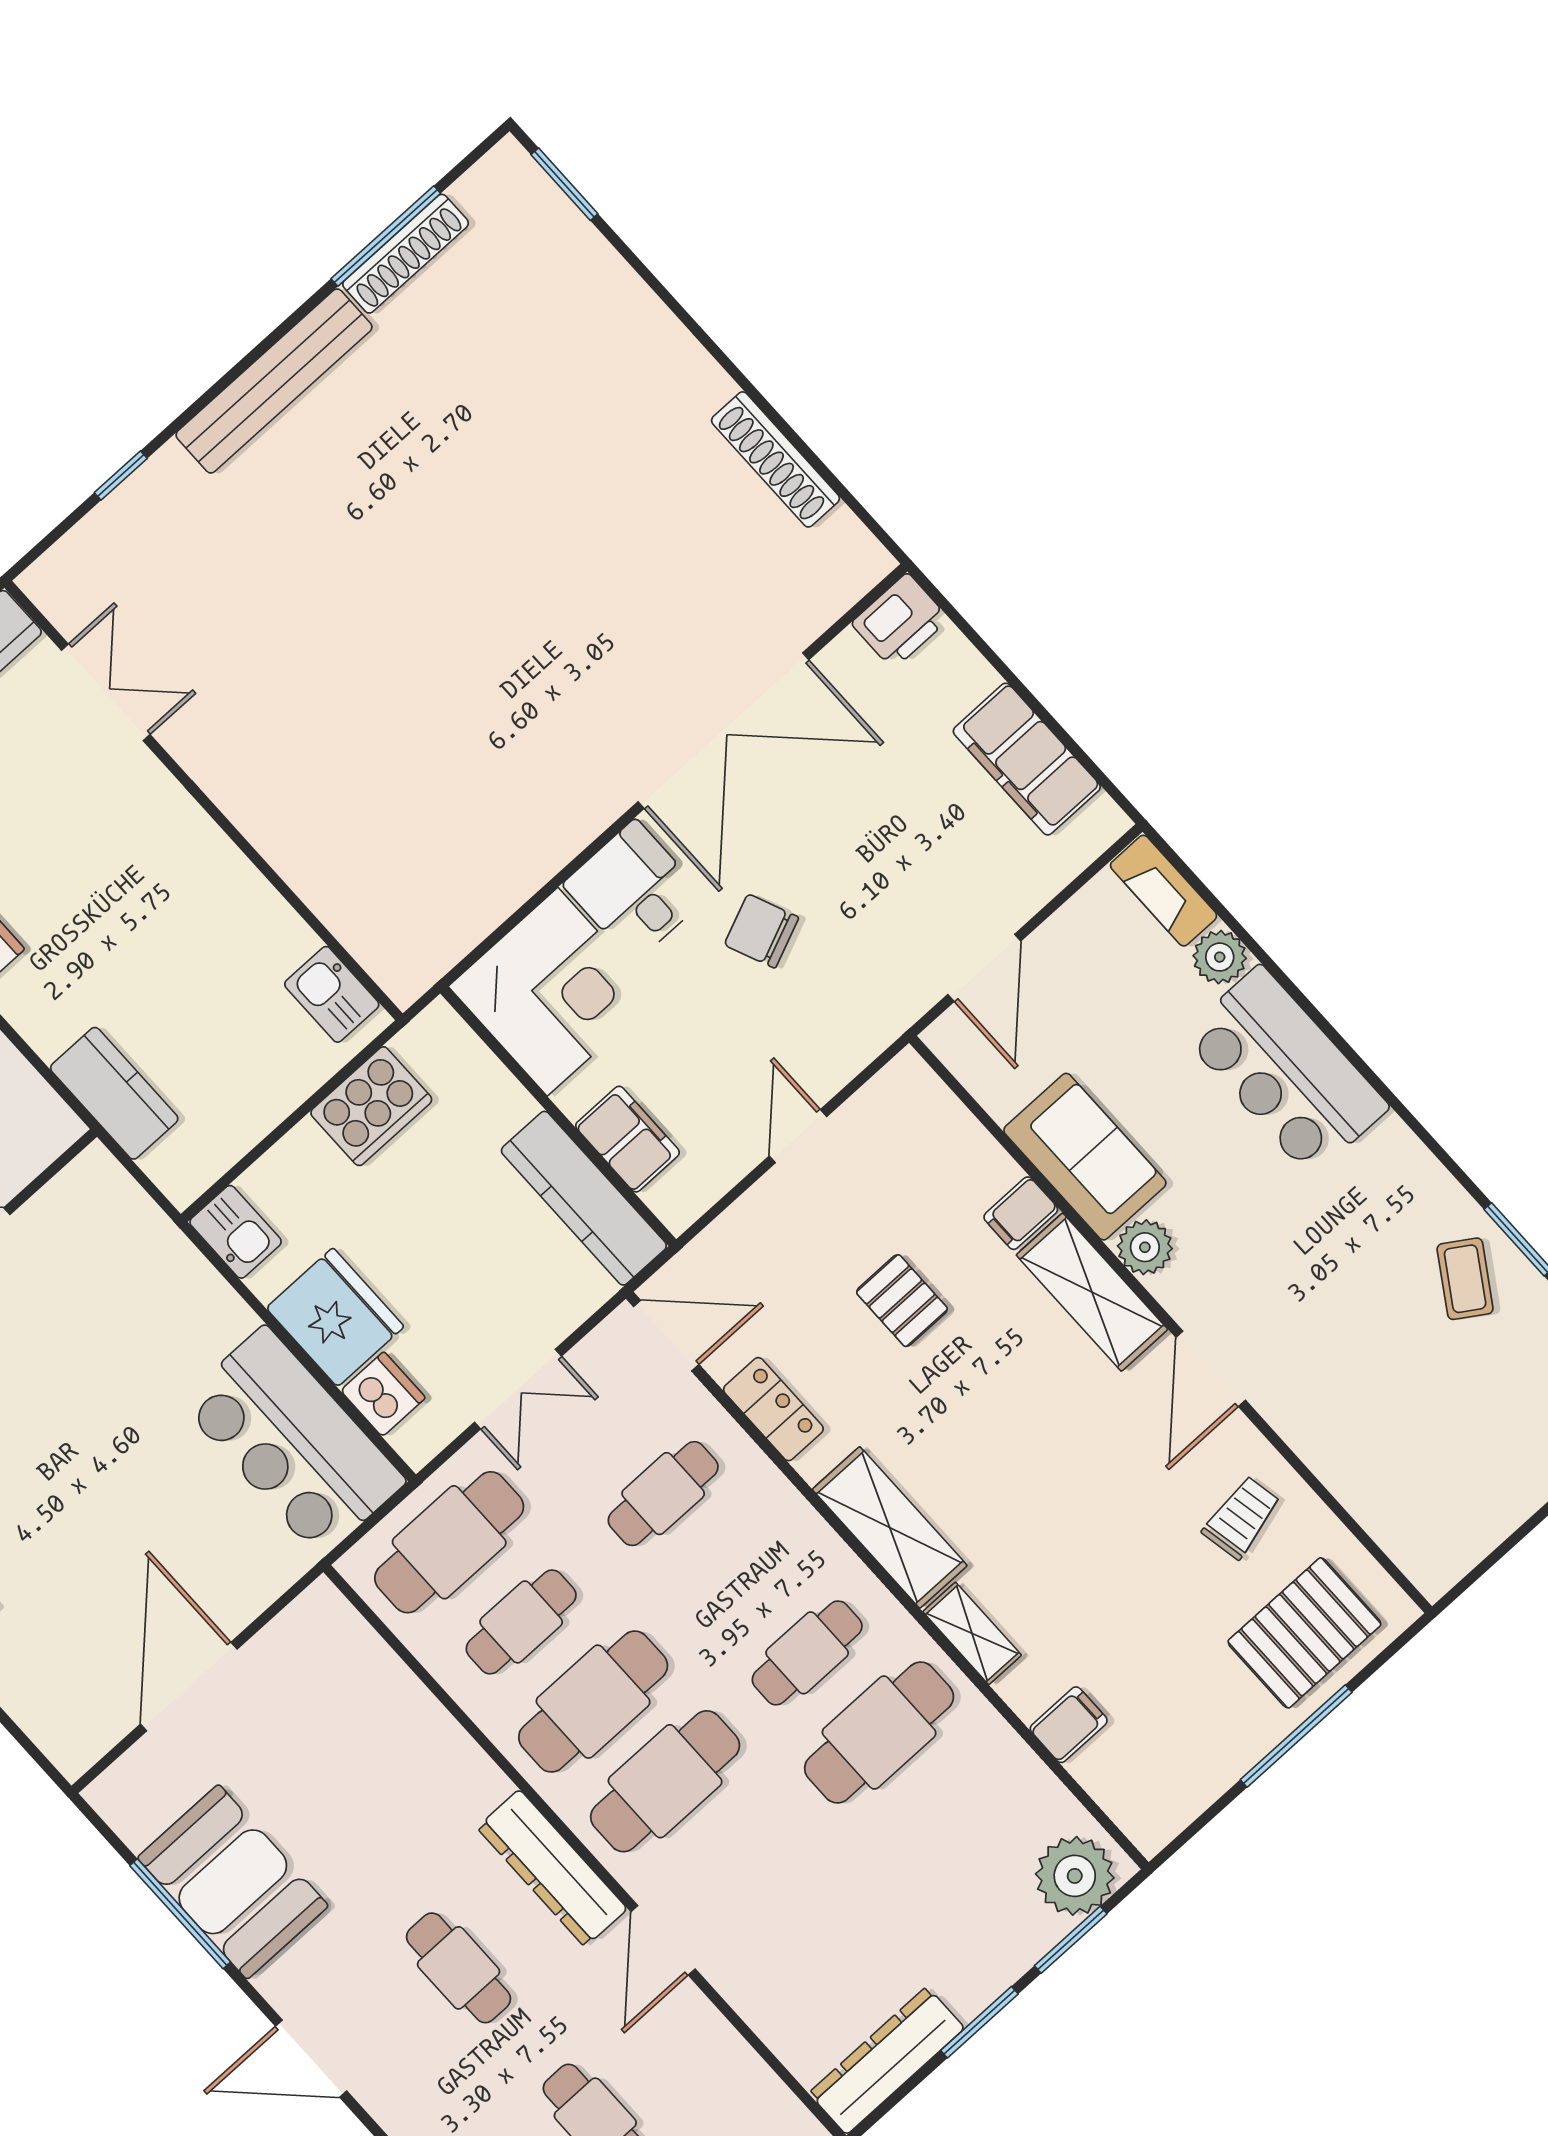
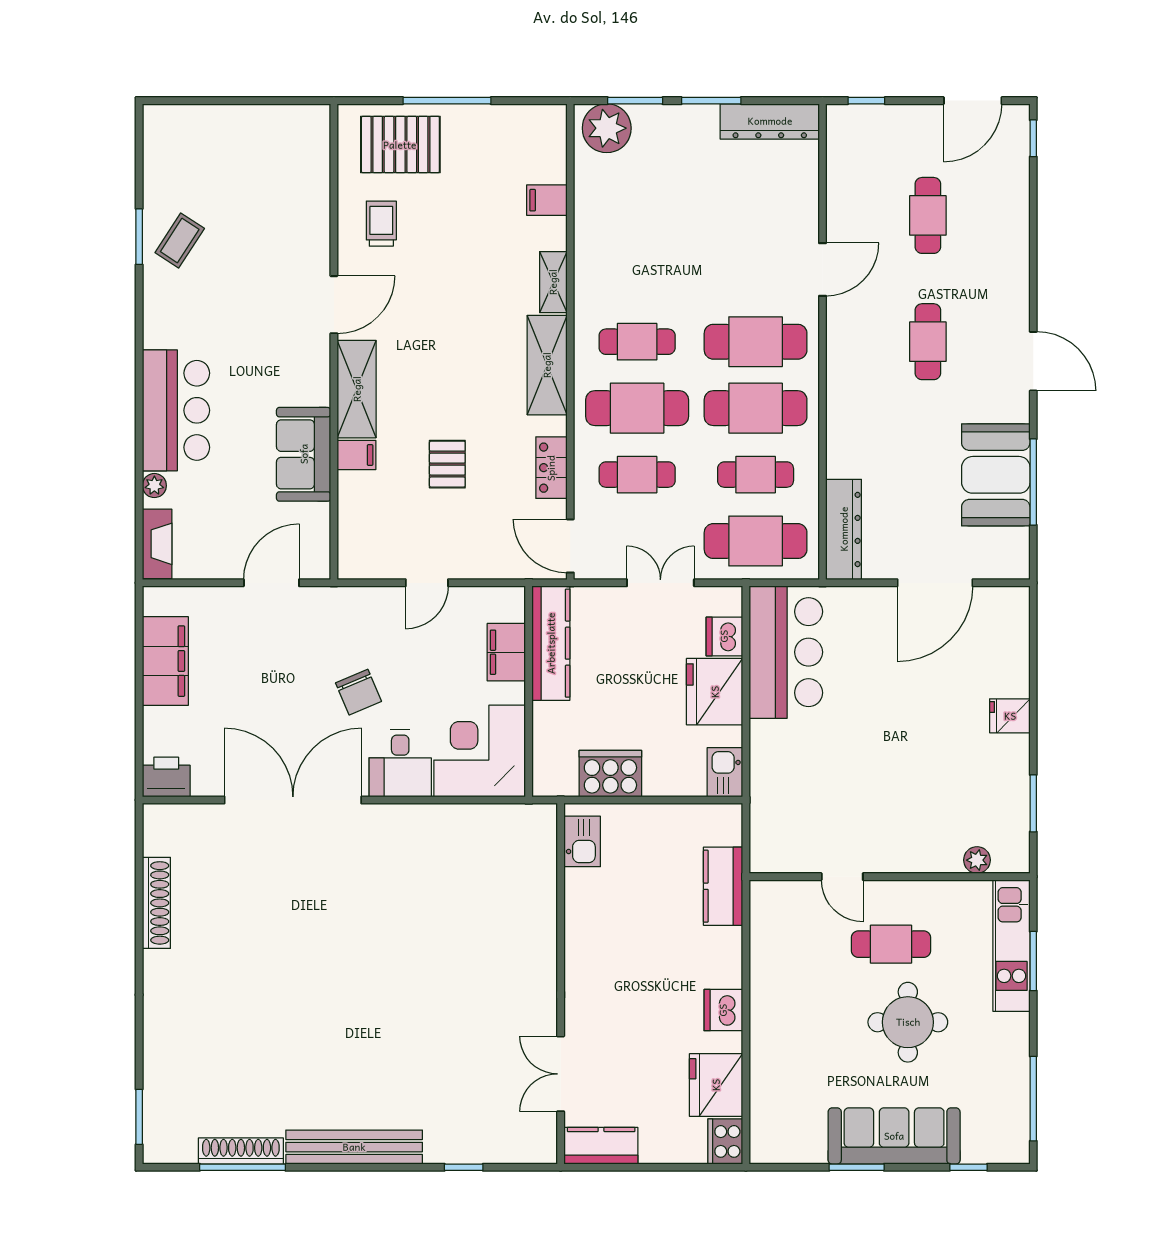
plant: (1220, 957) -> (154, 486), width x0.73, depth x0.73
plant: (1145, 1247) -> (314, 388), removed
trolley: (1242, 1517) -> (381, 224), turned 101
cafe table: (879, 1733) -> (637, 408), moved
dresser: (552, 1868) -> (844, 529), moved

